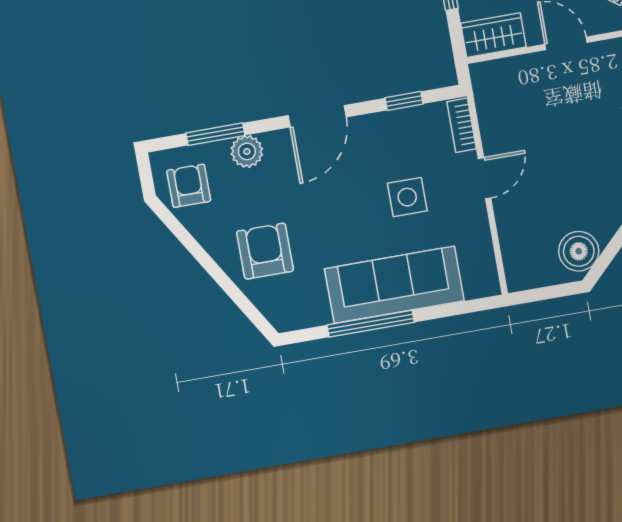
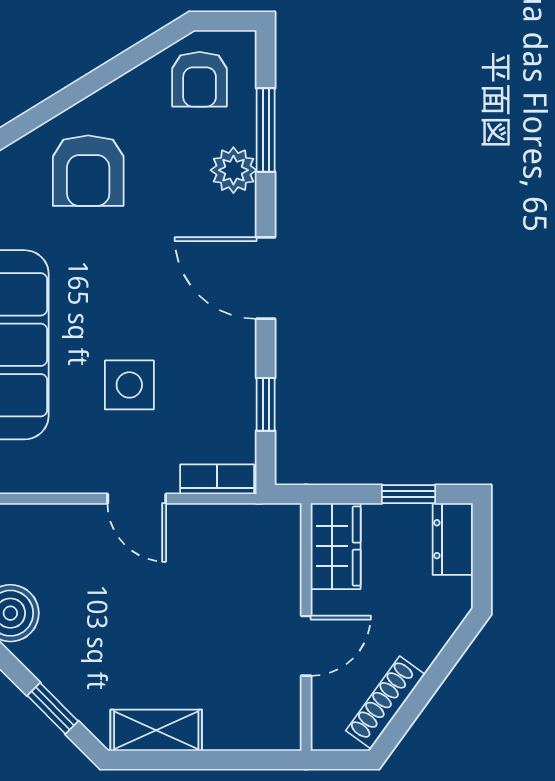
armchair: (189, 186) -> (200, 79), turned 90
armchair: (265, 251) -> (88, 171), turned 90

